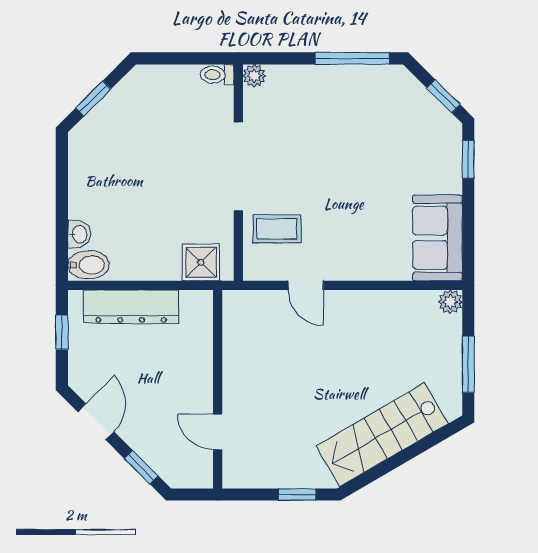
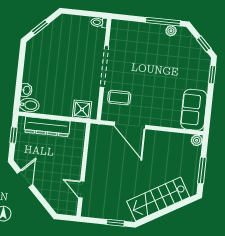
plant: (254, 76) -> (171, 31), moved
door: (306, 285) -> (130, 125), width x1.88
window: (141, 467) -> (44, 202), removed

